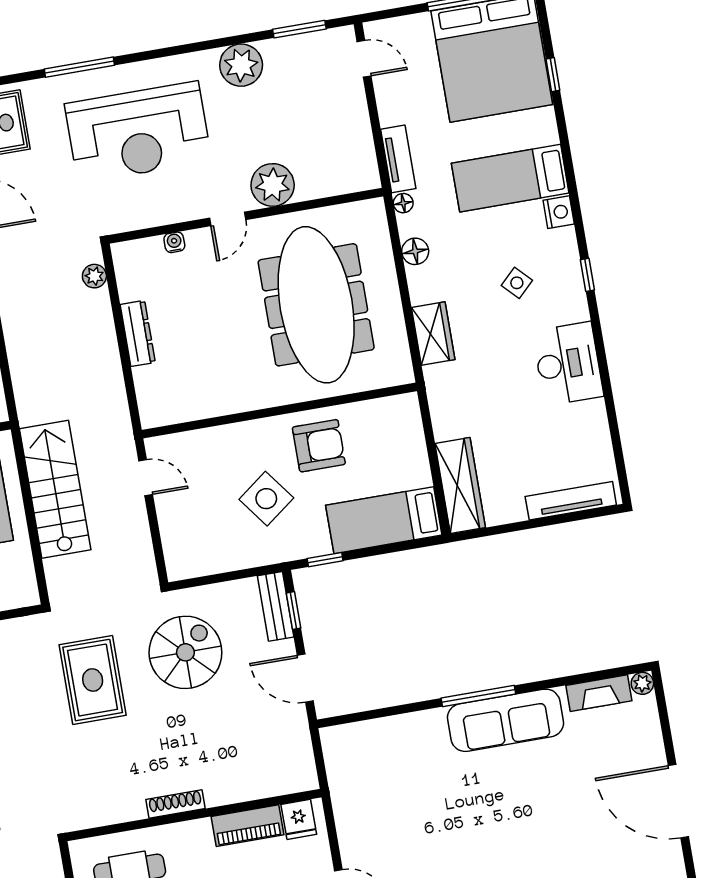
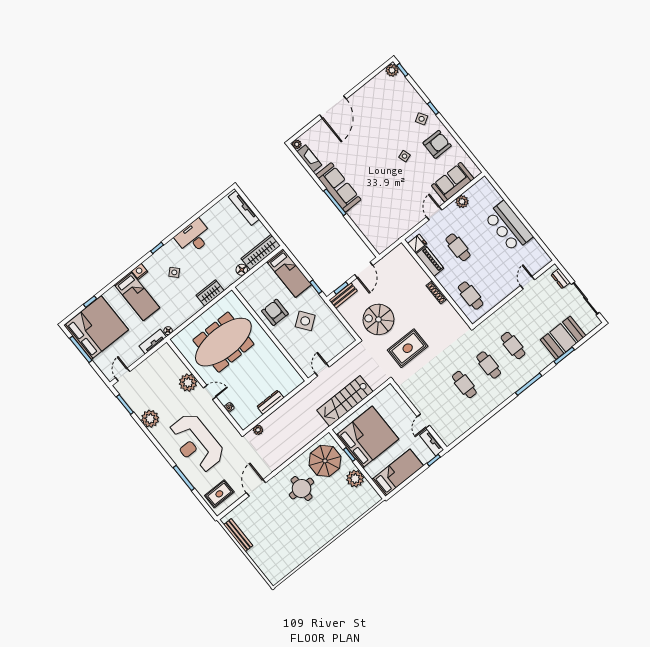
reception desk: (138, 132) -> (196, 443), turned 180
floor lamp: (415, 251) -> (242, 270), moved

